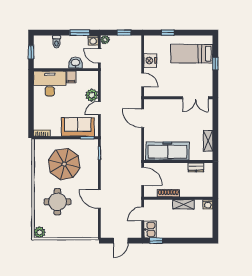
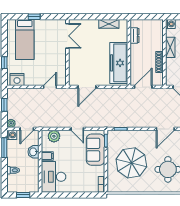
nightstand: (150, 60) -> (17, 80), moved
plant: (92, 95) -> (54, 136), moved

